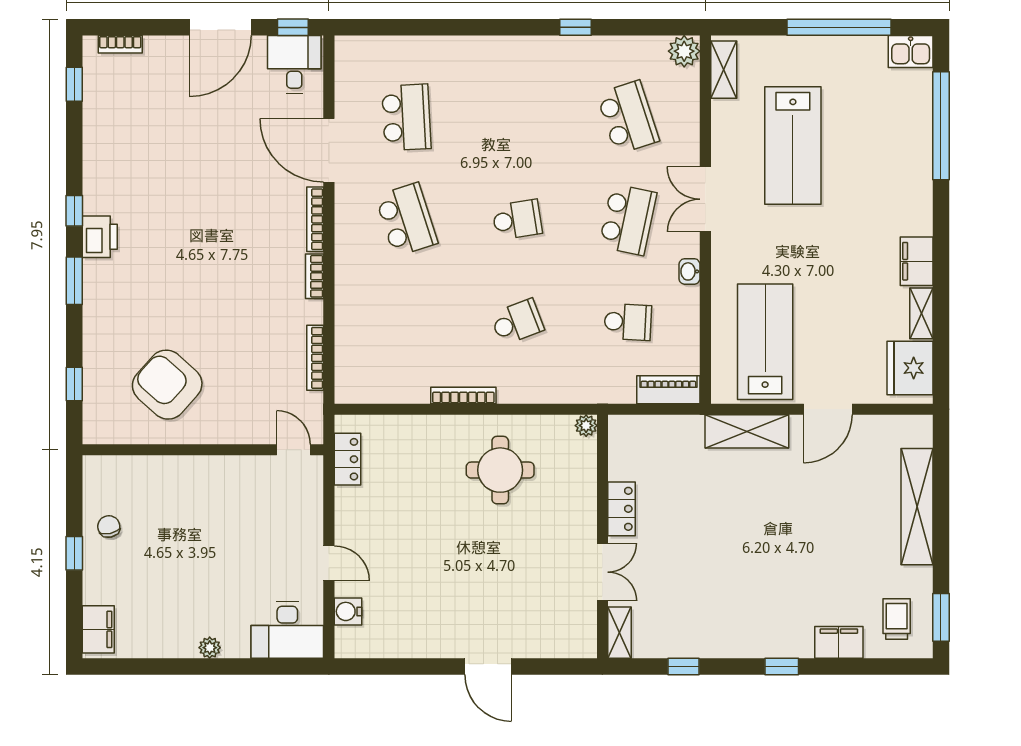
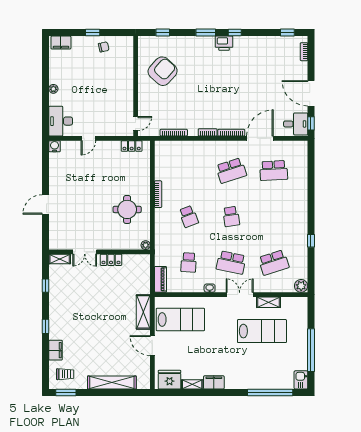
shelving: (724, 70) -> (268, 302), moved
lab bench: (793, 145) -> (262, 331), turned 180
water cooler: (348, 611) -> (55, 146), moved

